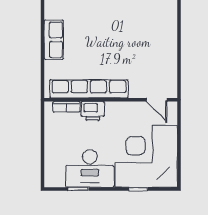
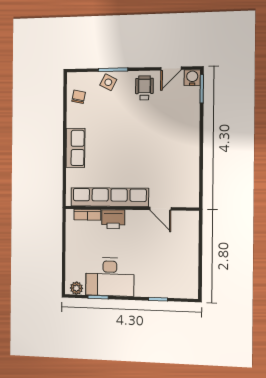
door: (157, 100) -> (160, 209), moved
corner desk: (146, 156) -> (167, 266), removed
plant: (56, 181) -> (76, 288), added

